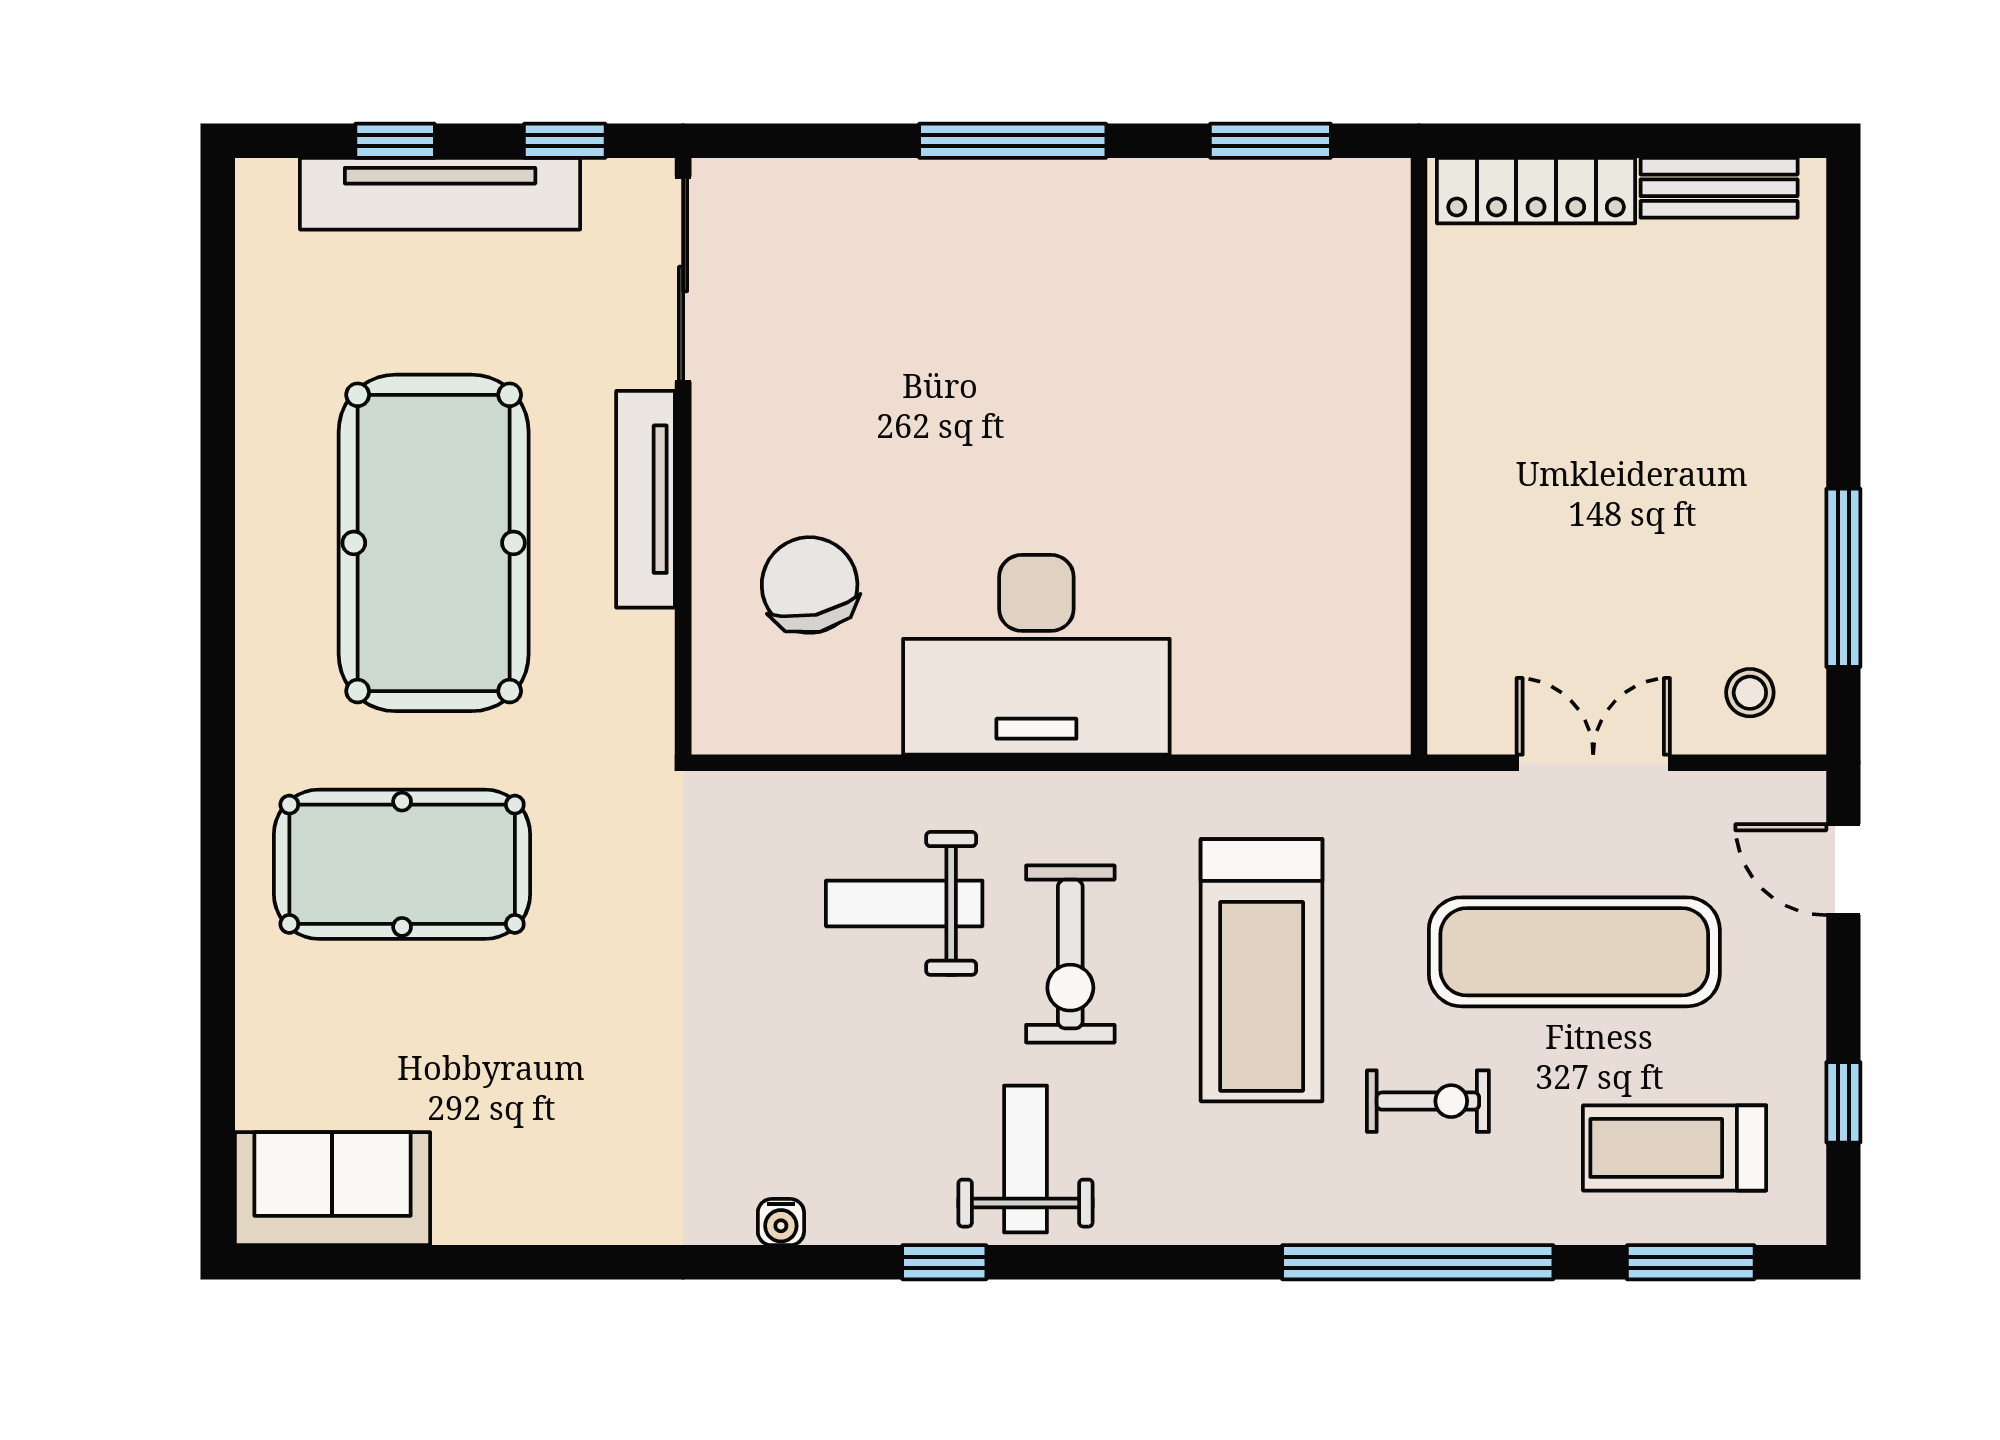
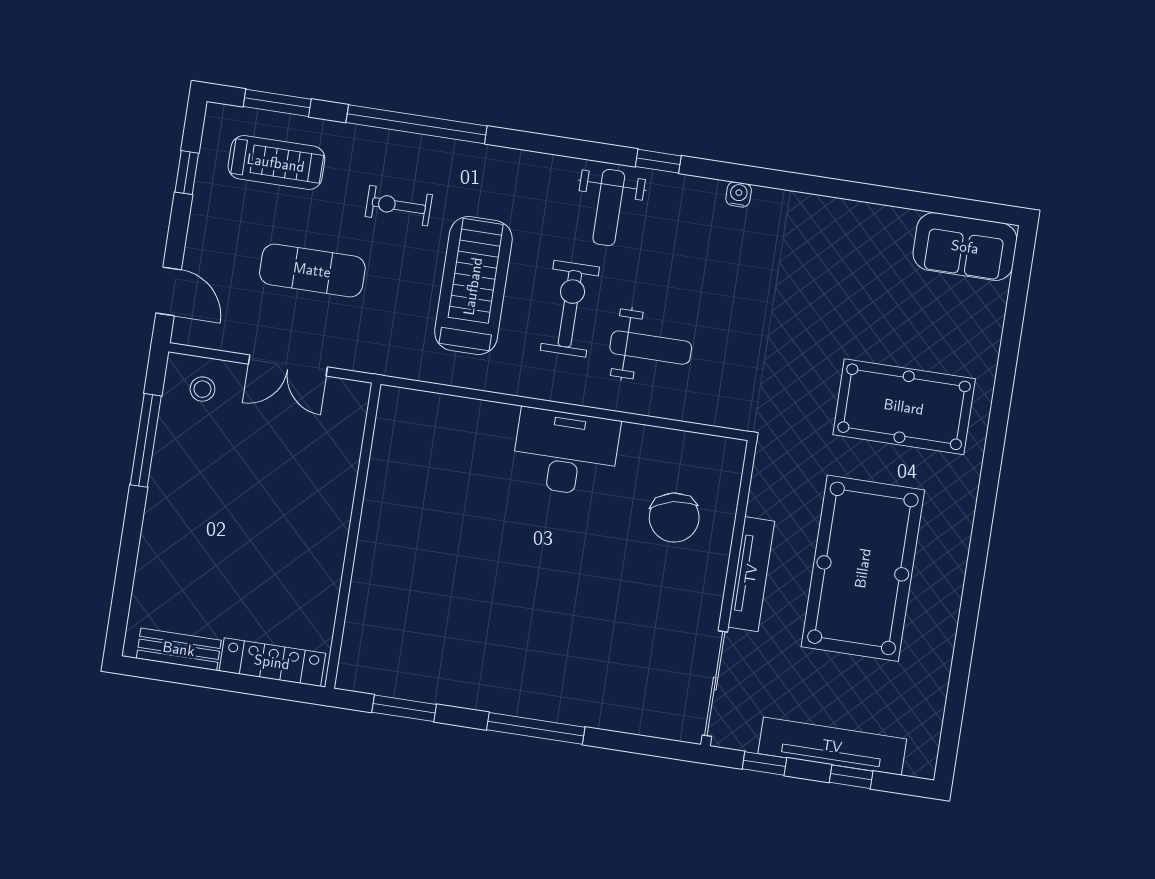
desk: (1036, 655) -> (566, 452), width x0.73, depth x0.77
exercise mat: (1574, 952) -> (312, 270), width x0.73, depth x0.69

